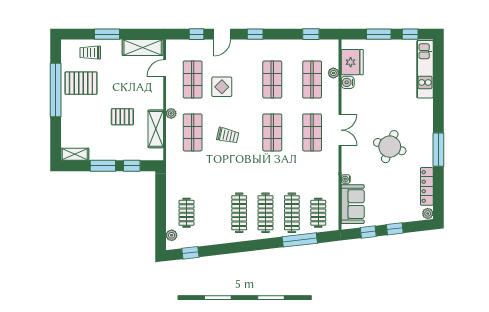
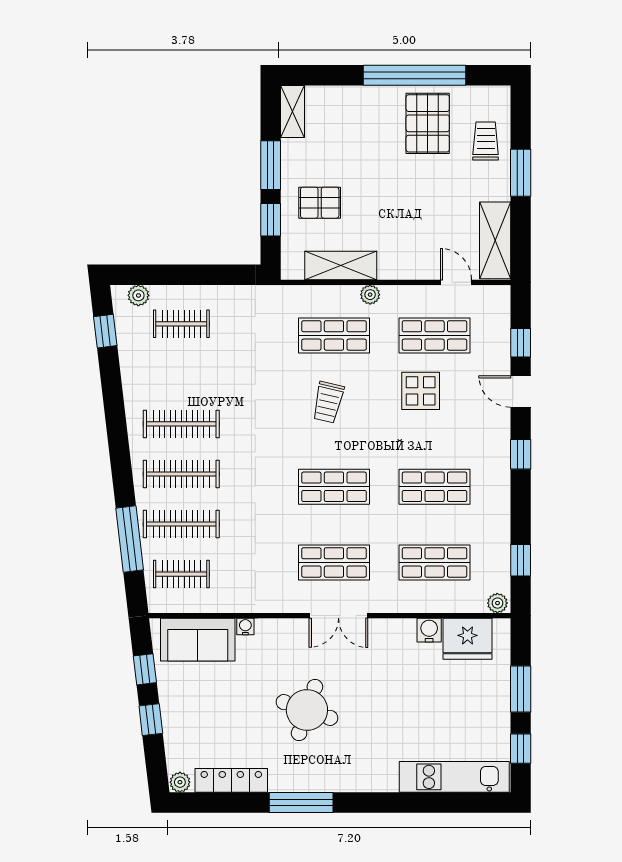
plant: (333, 73) -> (497, 603), moved
pallet: (122, 117) -> (320, 203), moved, turned 90

